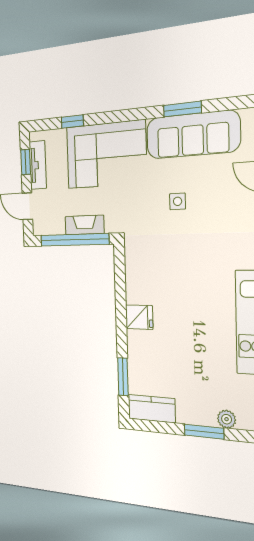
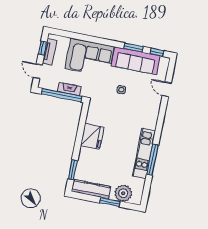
window: (72, 121) -> (157, 52), moved
fridge: (139, 317) -> (92, 136), width x1.88, depth x1.34
kitchen counter: (152, 409) -> (91, 189), width x1.50
plant: (227, 419) -> (123, 193), width x1.87, depth x1.87

